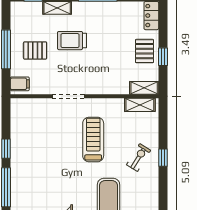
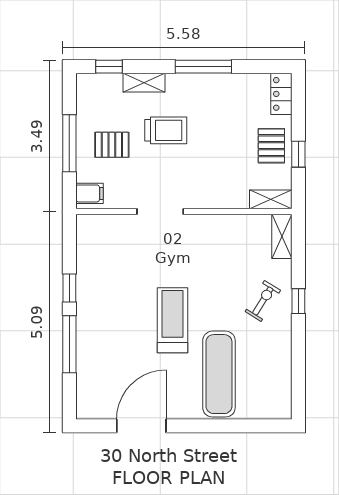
trolley: (72, 41) -> (166, 130), turned 180
shelving: (140, 105) -> (282, 236), moved, turned 90
treadmill: (93, 139) -> (173, 320), moved

